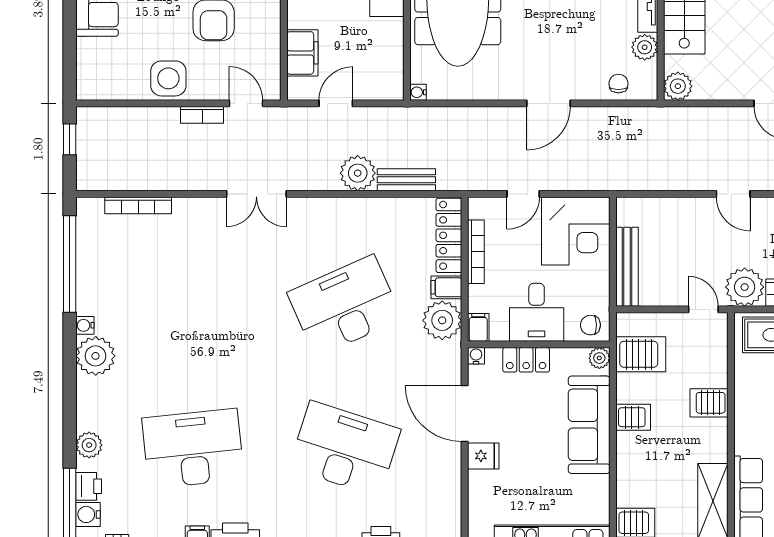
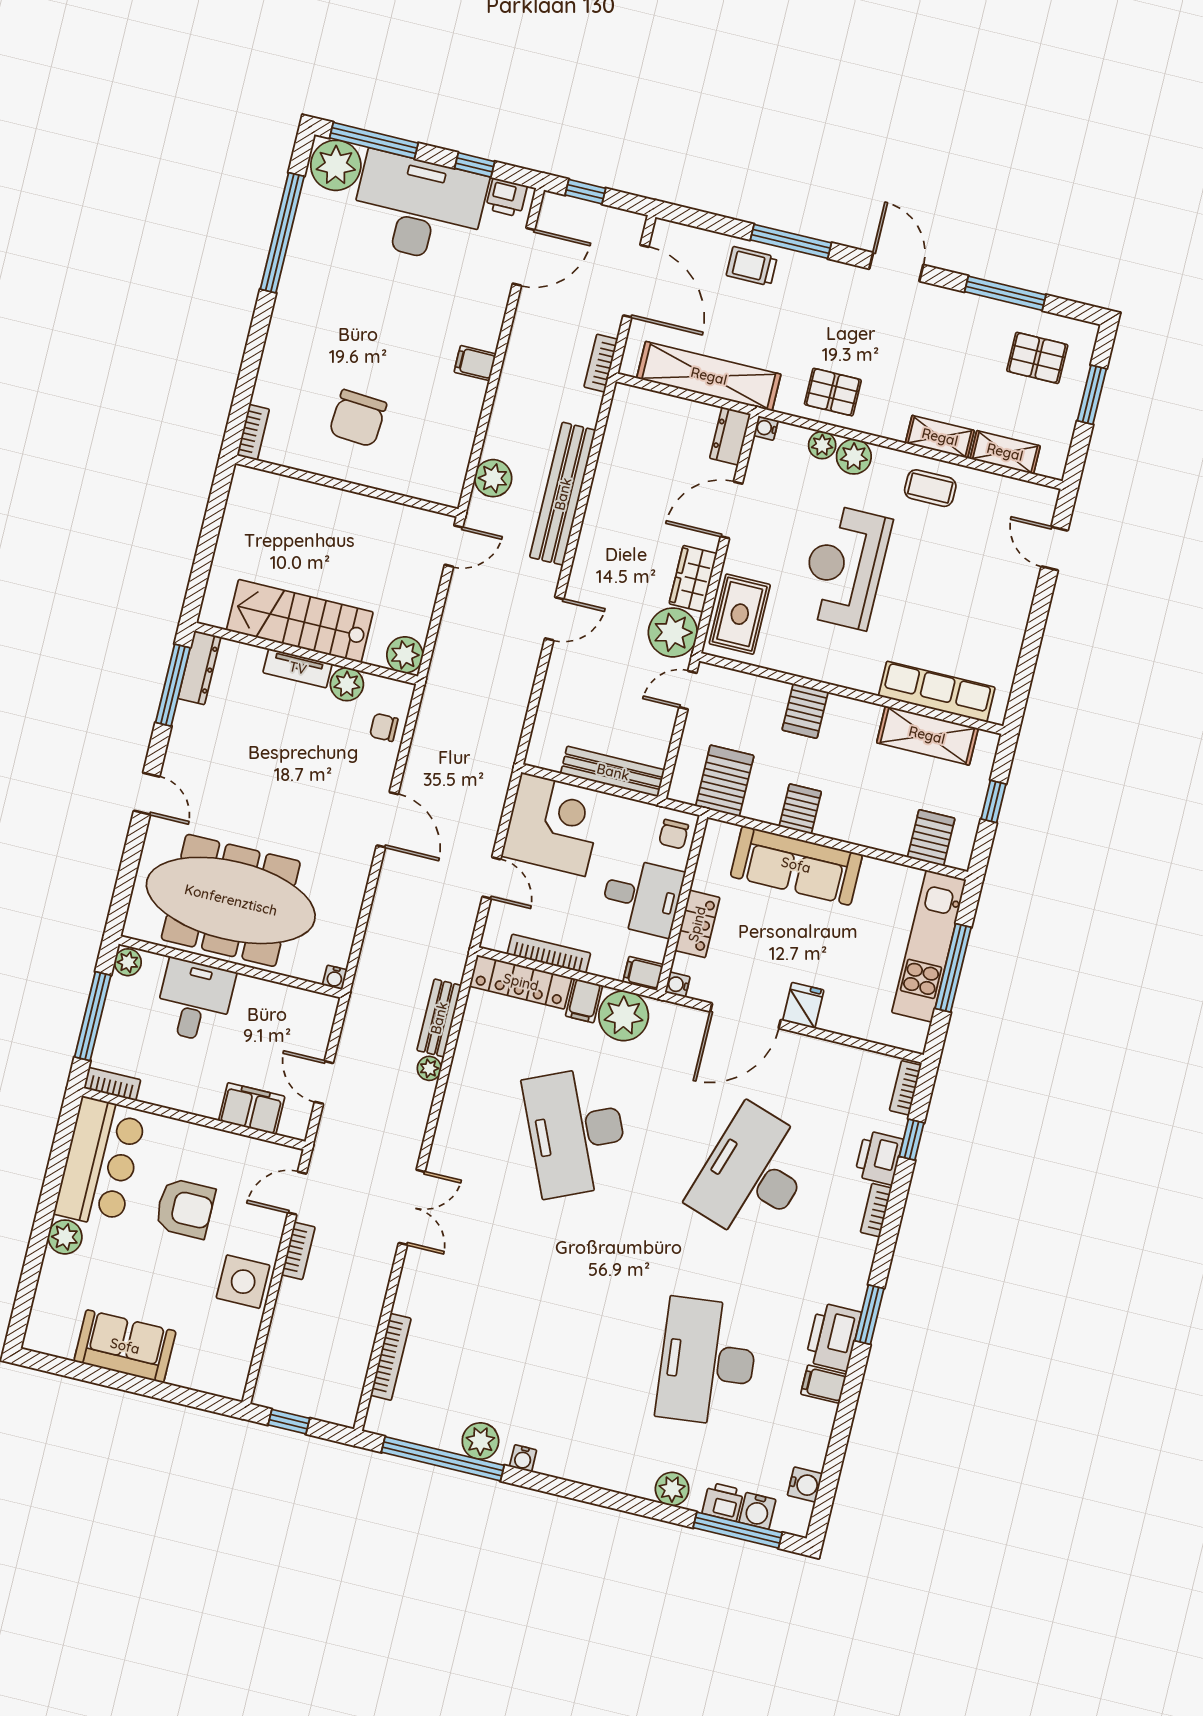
plant: (358, 173) -> (429, 1068), width x0.53, depth x0.53
plant: (96, 356) -> (480, 1441), moved, width x0.73, depth x0.73
plant: (599, 358) -> (717, 833), removed

